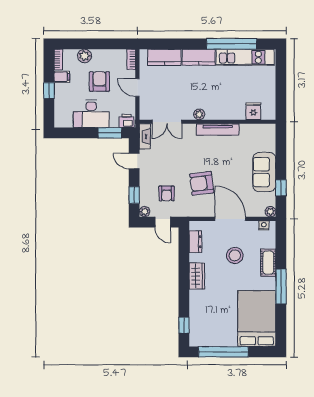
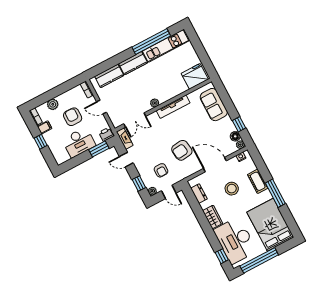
fridge: (253, 111) -> (195, 76), width x1.88, depth x1.34
sofa: (264, 172) -> (214, 105), moved
floor lamp: (270, 199) -> (235, 136), added
desk: (208, 316) -> (235, 241), added

